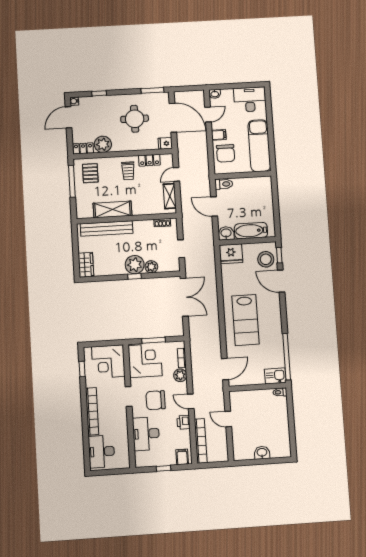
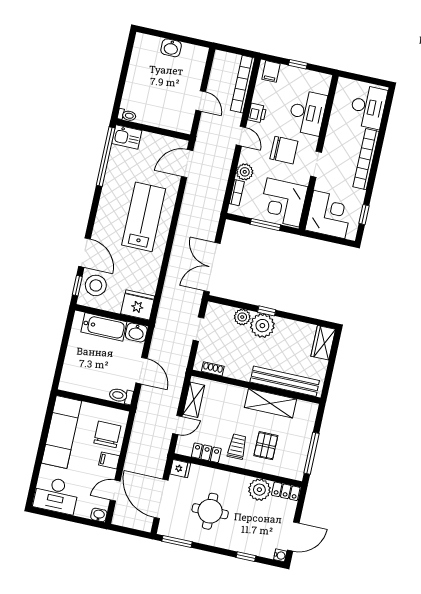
pallet: (90, 173) -> (266, 446), moved

